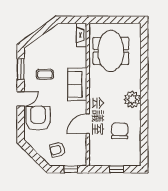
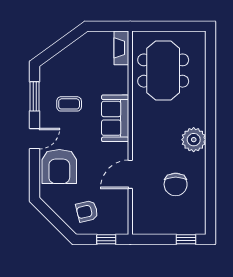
armchair: (38, 118) -> (59, 166), turned 180
chair: (120, 131) -> (176, 184), turned 180
window: (117, 169) -> (186, 239), moved

